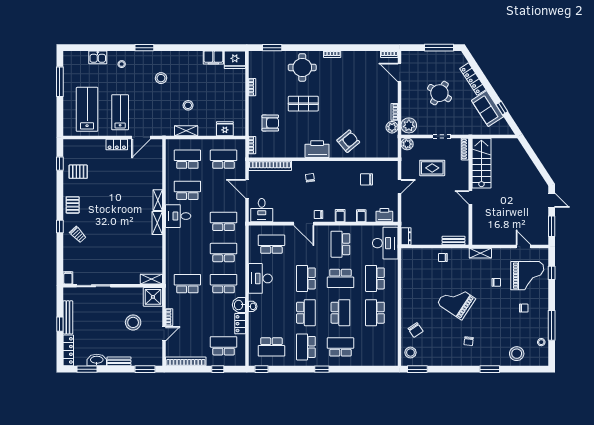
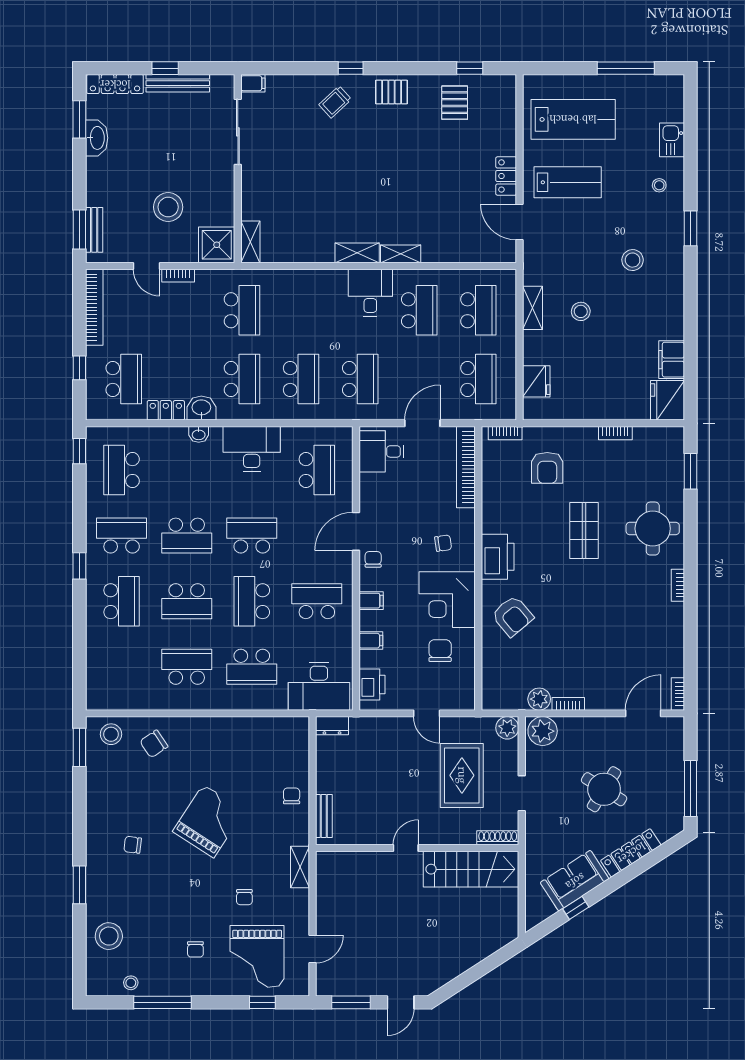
rug: (432, 168) -> (462, 775), width x1.36, depth x1.43
corner desk: (340, 176) -> (447, 600), added
school desk: (375, 278) -> (252, 667), turned 180
bench: (119, 361) -> (94, 230), moved

